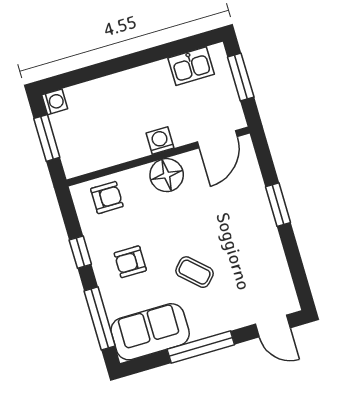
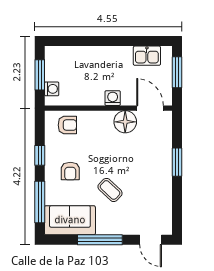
washing machine: (55, 102) -> (52, 89), moved
door: (217, 139) -> (150, 108), swing flipped
floor lamp: (167, 175) -> (125, 122), moved
armchair: (130, 262) -> (70, 171), turned -90

